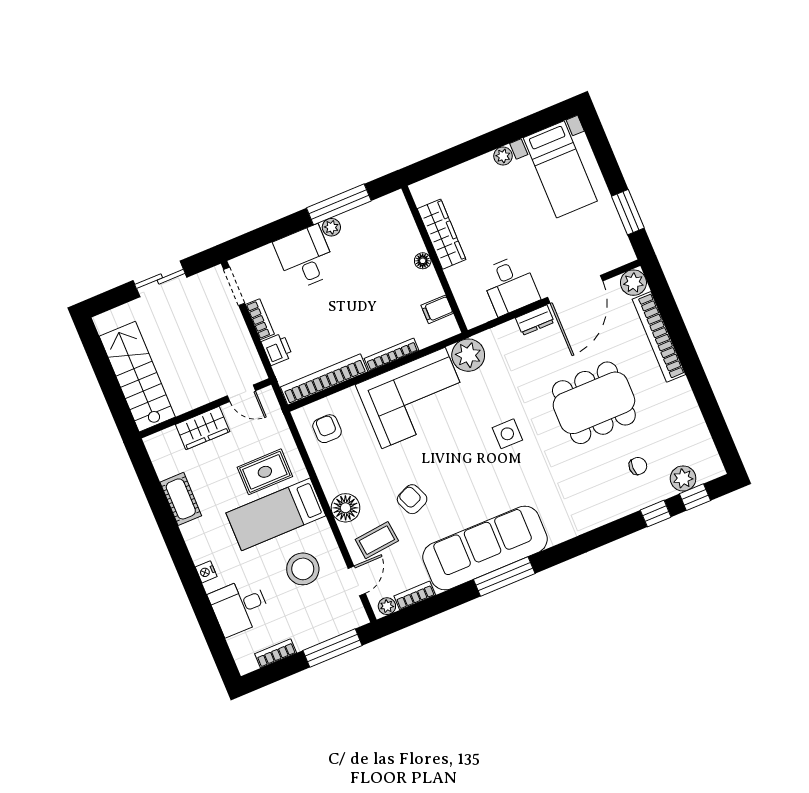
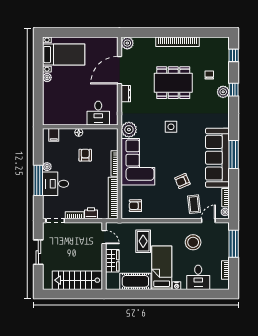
window: (339, 204) -> (38, 180), moved
window: (628, 212) -> (95, 32), removed
wardrobe: (442, 234) -> (70, 119), removed
desk: (510, 285) -> (98, 113), moved, turned 90
door: (575, 289) -> (119, 70), swing flipped
armchair: (384, 291) -> (85, 155), added
filing cabinet: (437, 309) -> (54, 135), moved
bookcase: (659, 337) -> (177, 42), moved
door: (241, 393) -> (104, 237), hinge flipped
dining table: (594, 403) -> (173, 83), turned 90
plant: (683, 478) -> (223, 92), moved
cot: (181, 499) -> (135, 281), width x1.37, depth x1.34
floor lamp: (346, 508) -> (174, 212), removed
bed: (276, 514) -> (162, 268), moved, turned 180
window: (656, 514) -> (234, 90), moved
door: (357, 581) -> (208, 221), hinge flipped

